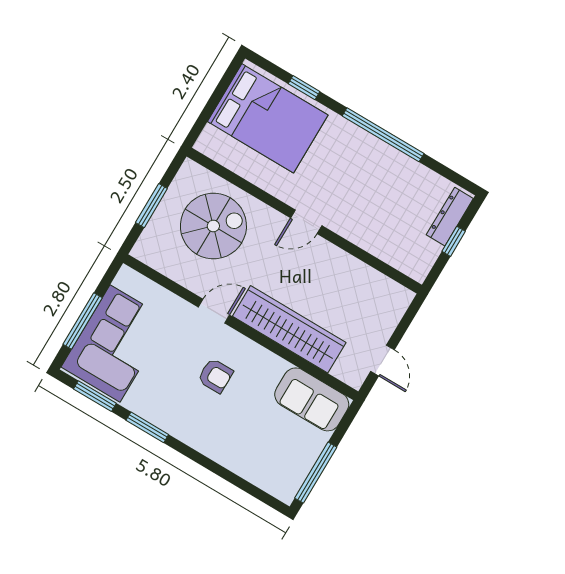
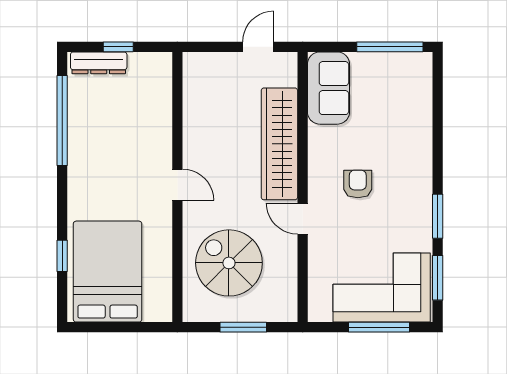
window: (383, 135) -> (62, 121), moved

